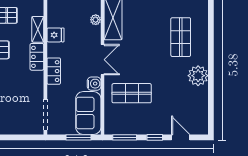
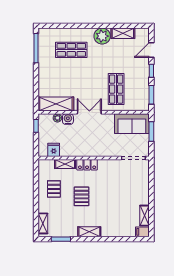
fridge: (55, 35) -> (54, 150), moved
locker: (54, 71) -> (98, 151), removed
water cooler: (94, 84) -> (68, 119), moved
shelving: (202, 102) -> (123, 33), added

